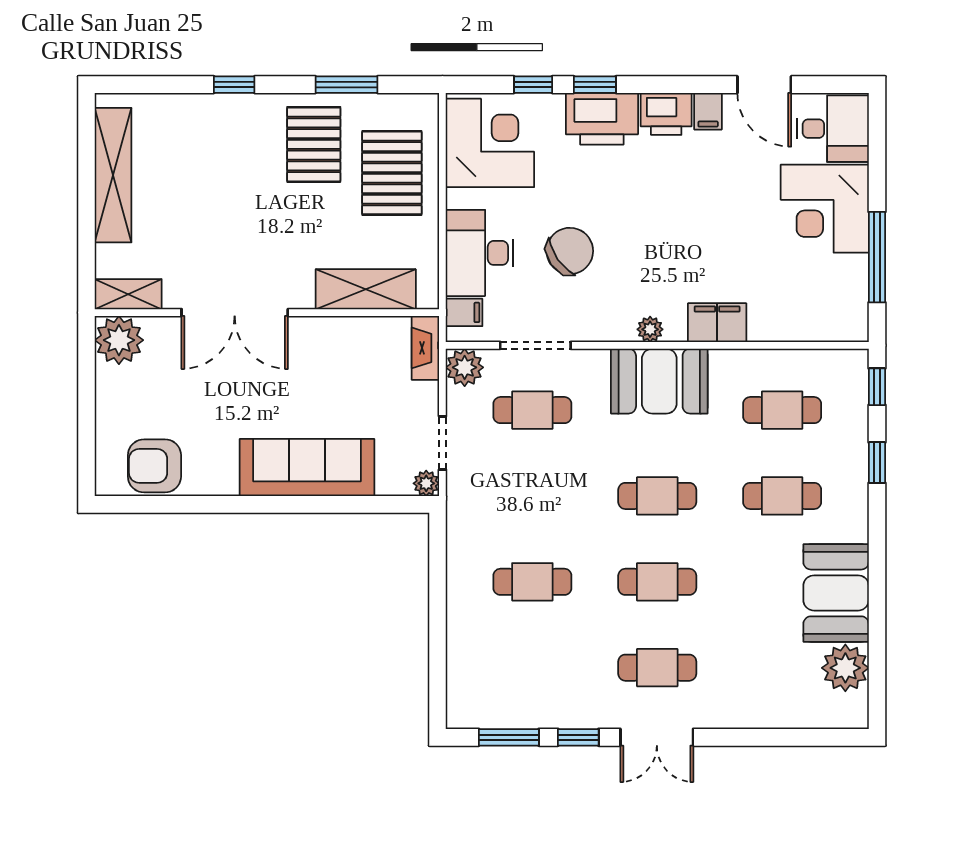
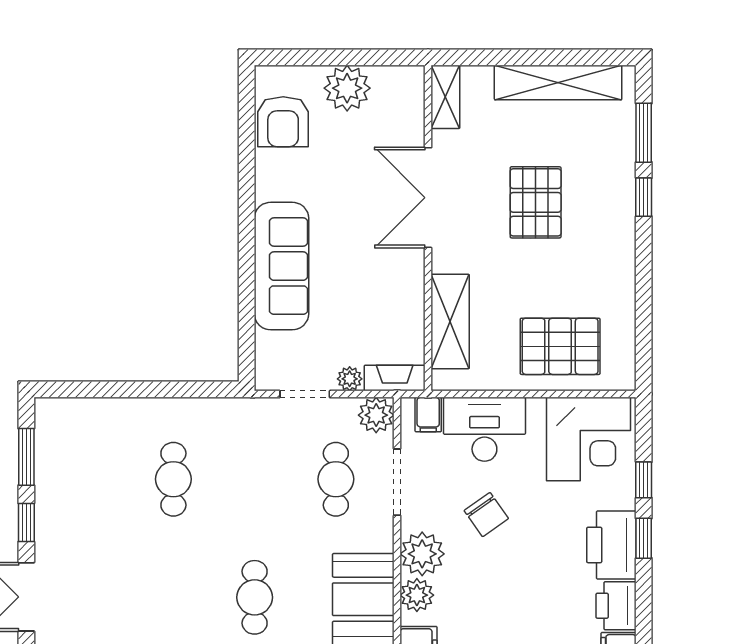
window: (347, 85) -> (644, 133), moved
pallet: (314, 144) -> (536, 202), moved, turned 90
chair: (570, 251) -> (486, 515), width x0.73, depth x0.73
plant: (611, 319) -> (422, 554), added
plant: (650, 329) -> (417, 595), width x1.38, depth x1.38
plant: (119, 340) -> (347, 88), moved
armchair: (154, 466) -> (283, 122), turned 180
plant: (426, 483) -> (350, 379), moved
cafe table: (657, 582) -> (173, 597), removed
cafe table: (657, 668) -> (92, 597), removed

